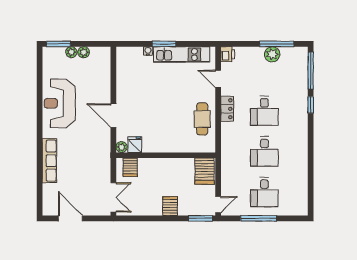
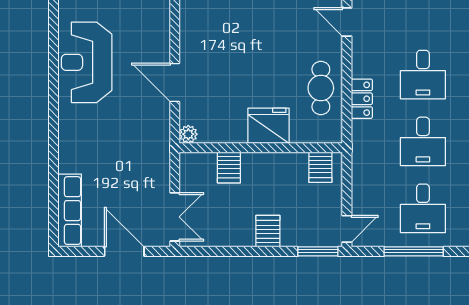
locker: (227, 109) -> (362, 99), moved
fridge: (135, 145) -> (269, 126), moved, width x1.88, depth x1.34
row of seats: (49, 161) -> (70, 211), moved
server rack: (130, 167) -> (229, 167), moved
server rack: (204, 171) -> (320, 167), width x0.73, depth x0.70
door: (70, 218) -> (124, 251), moved

